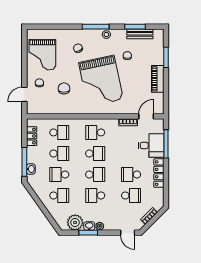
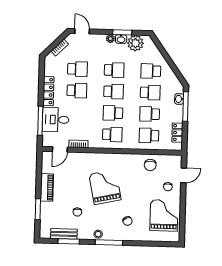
grand piano: (101, 81) -> (105, 187), width x0.73, depth x0.68
chair: (64, 88) -> (150, 165), moved
school desk: (95, 174) -> (114, 92), turned 180
school desk: (131, 196) -> (77, 69), turned 180

